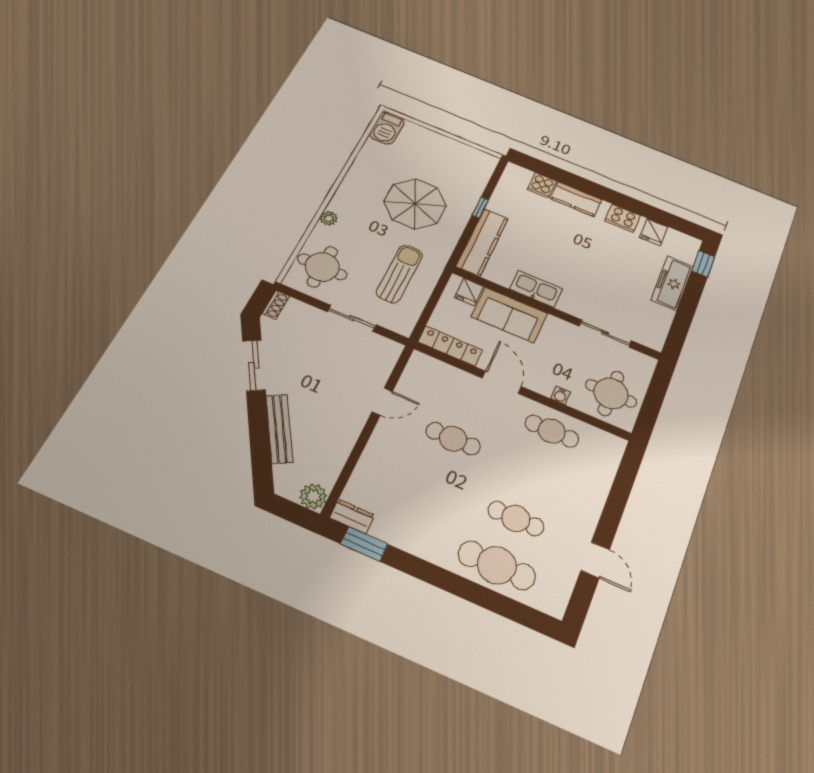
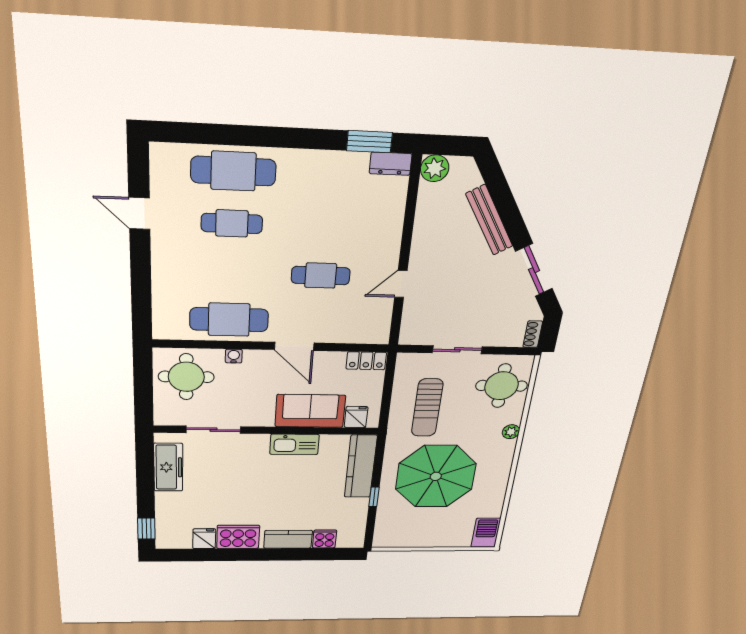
parasol: (415, 204) -> (436, 476), width x1.36, depth x1.36
cooker: (623, 218) -> (238, 537), width x1.37, depth x1.31
freezer: (672, 283) -> (168, 467), moved
locker: (450, 346) -> (366, 361), width x0.66
cafe table: (552, 431) -> (229, 320), width x1.37, depth x1.35

